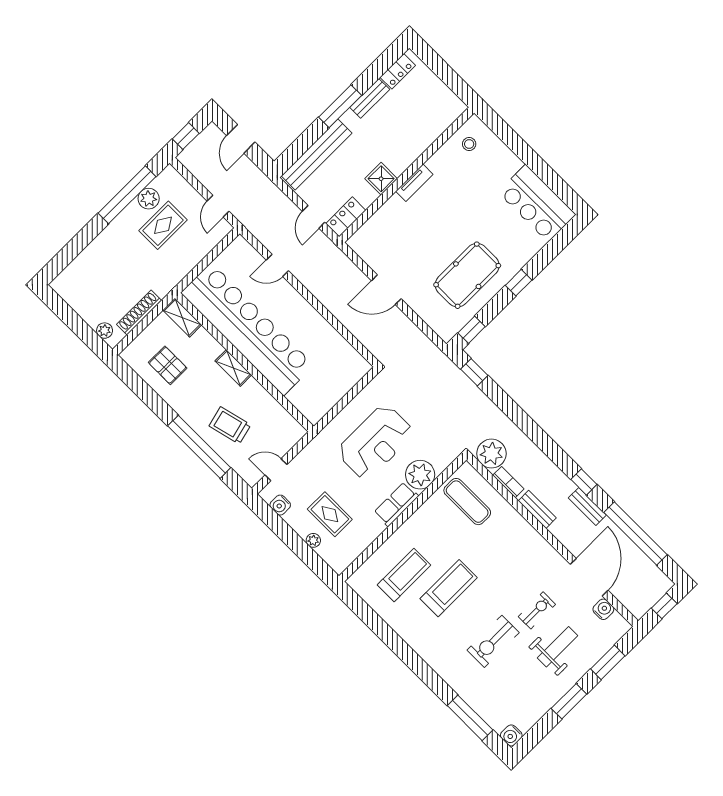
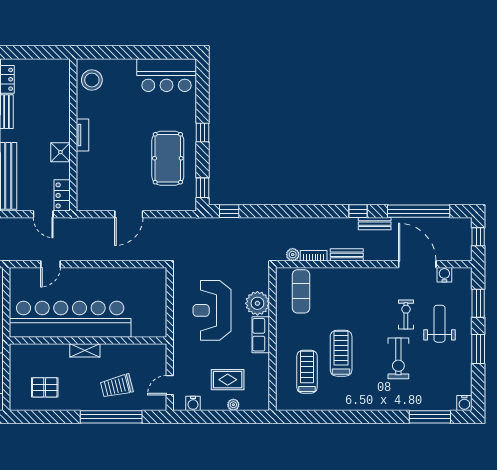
stool: (469, 144) -> (92, 80), width x1.89, depth x1.89
shelving: (182, 318) -> (25, 351), removed
reception desk: (375, 442) -> (212, 310), turned 180
plant: (491, 454) -> (293, 255), width x0.53, depth x0.53
exercise mat: (467, 502) -> (301, 291), turned 90

